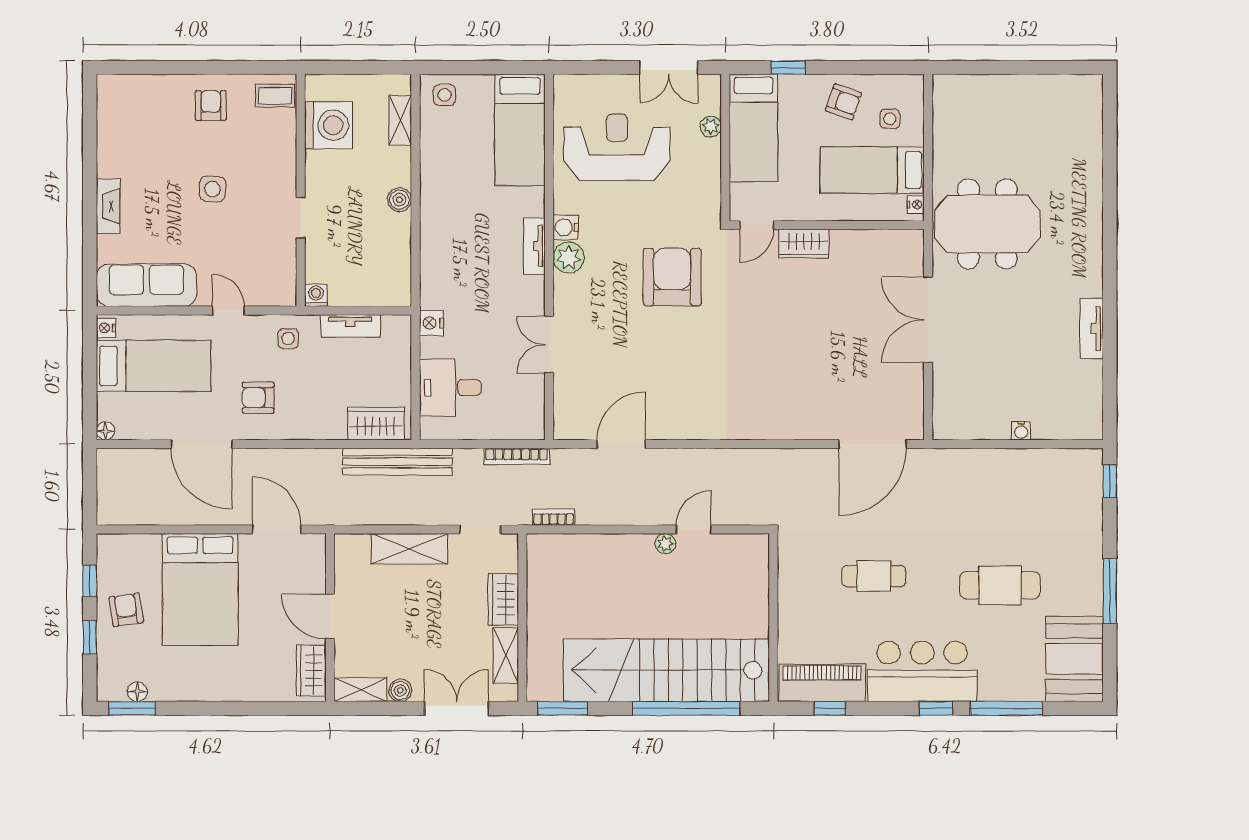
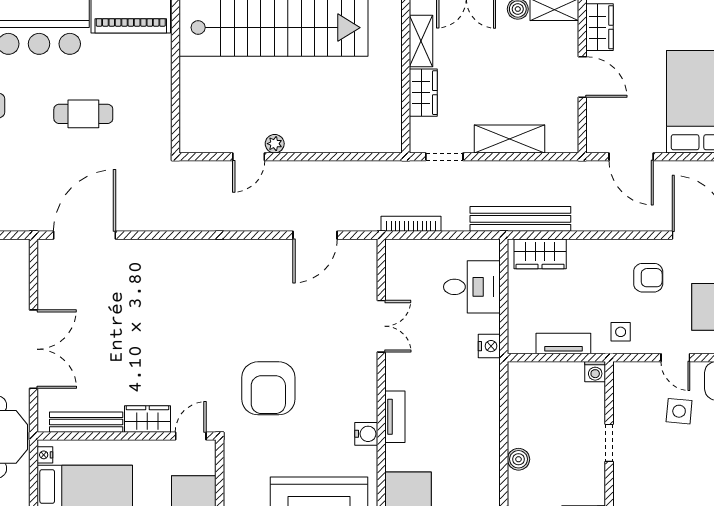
side table: (212, 189) -> (679, 411), moved
bench: (871, 240) -> (86, 422), added
plant: (569, 258) -> (363, 406), removed
bookcase: (554, 517) -> (377, 168), removed

